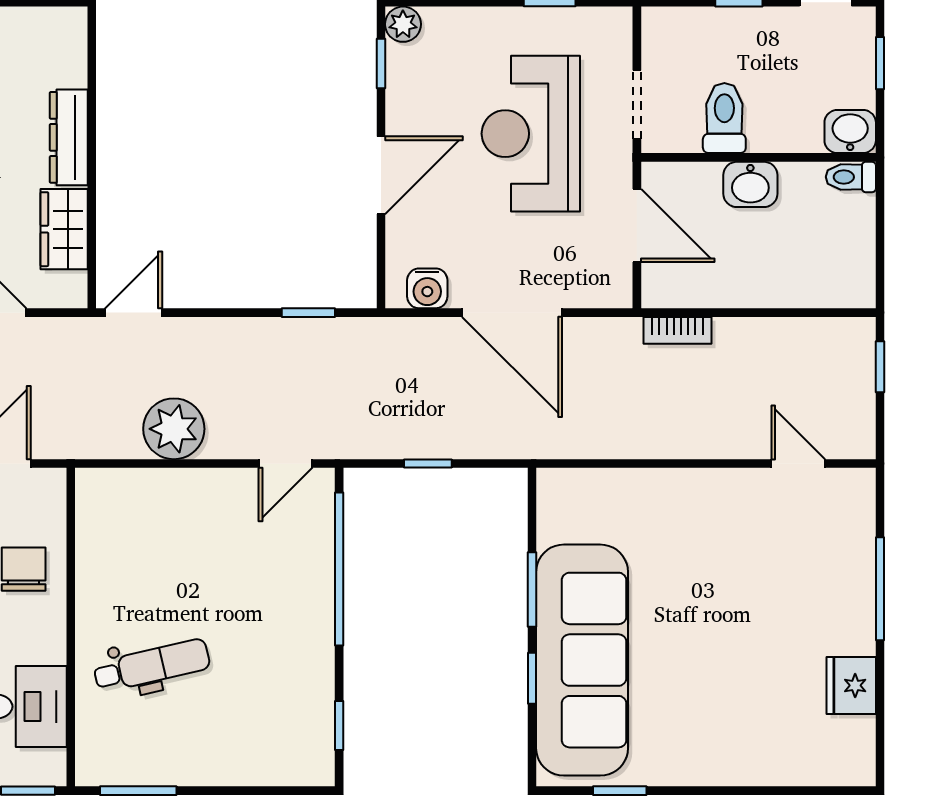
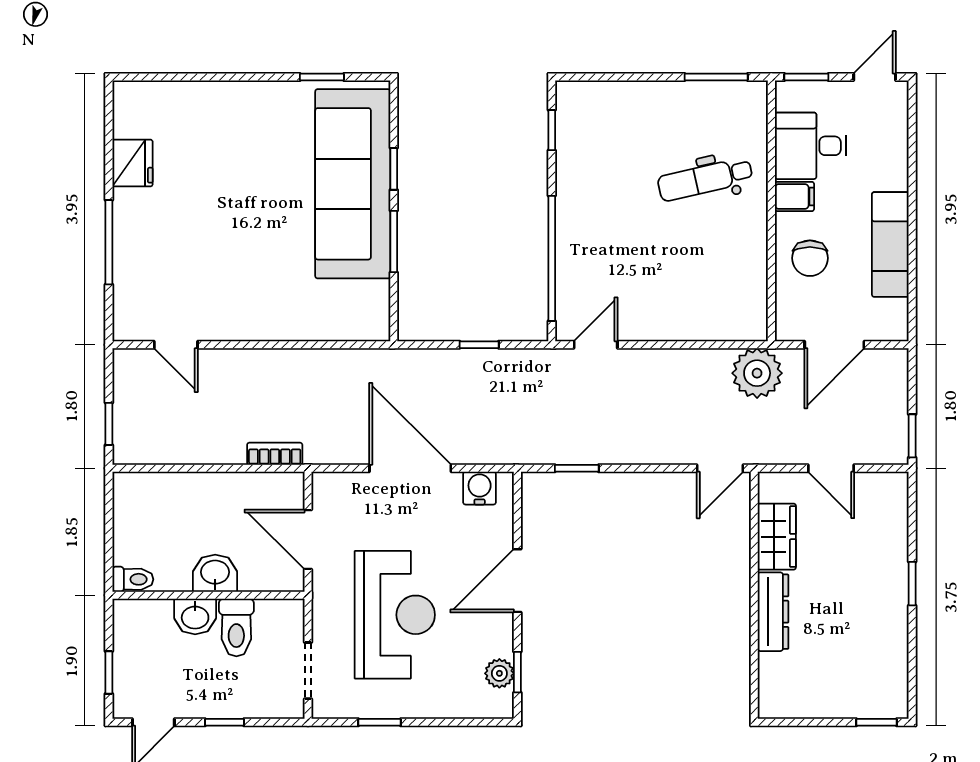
plant: (403, 24) -> (499, 673), moved
doorway: (637, 105) -> (308, 671), moved
washbasin: (850, 132) -> (195, 617), moved
plant: (174, 429) -> (757, 373), moved
filing cabinet: (43, 645) -> (794, 196), added

